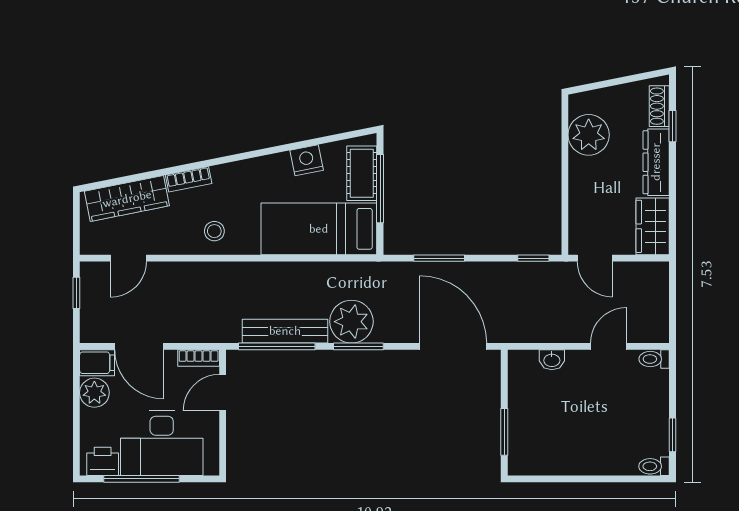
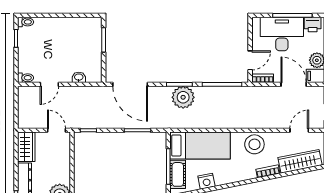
stool: (214, 231) -> (254, 144), width x1.89, depth x1.89
bench: (285, 331) -> (218, 92), removed

